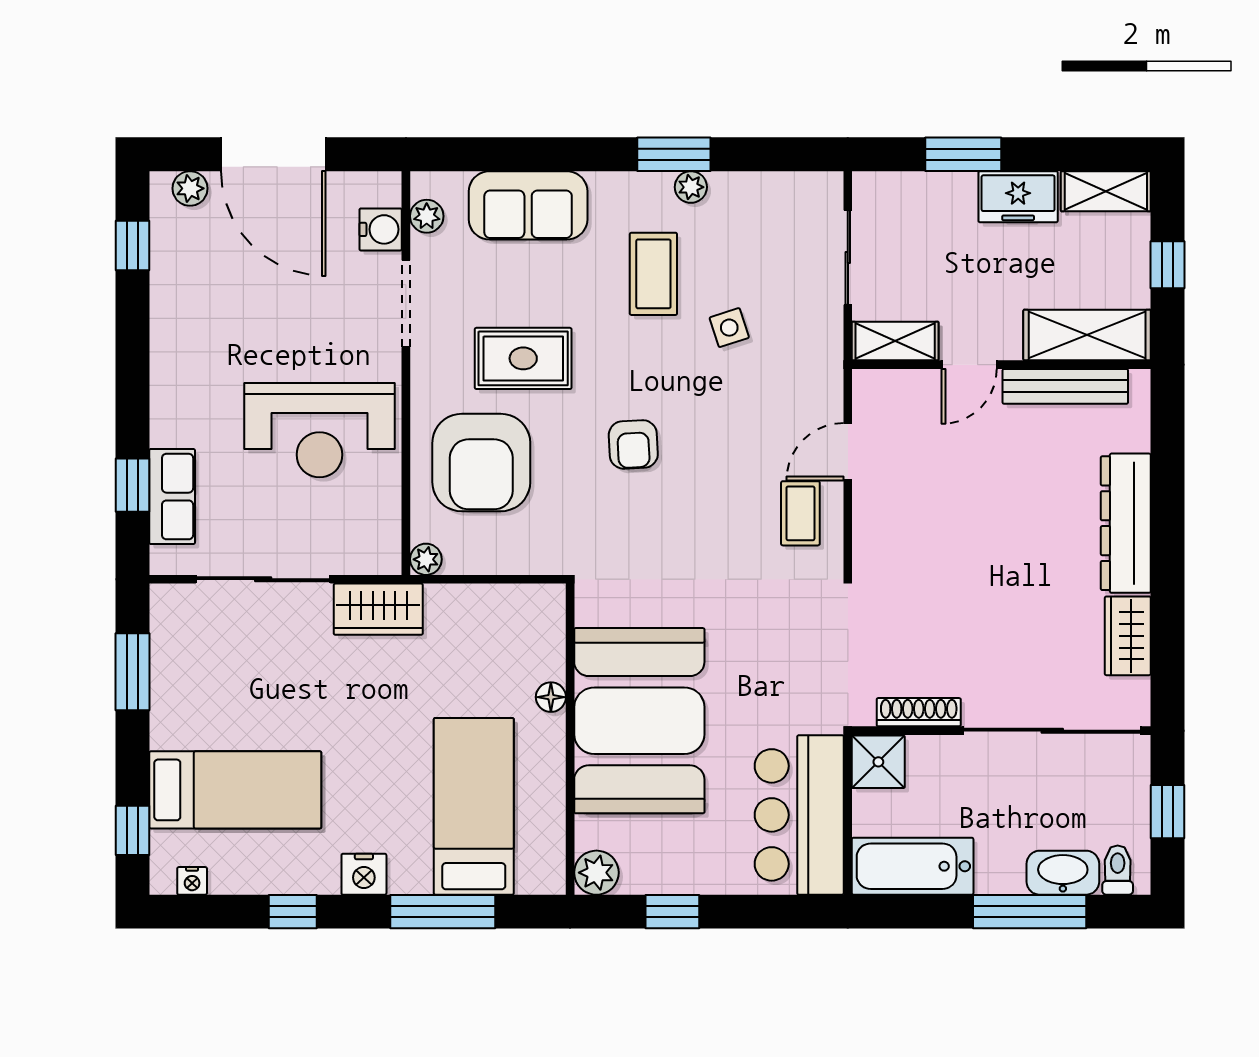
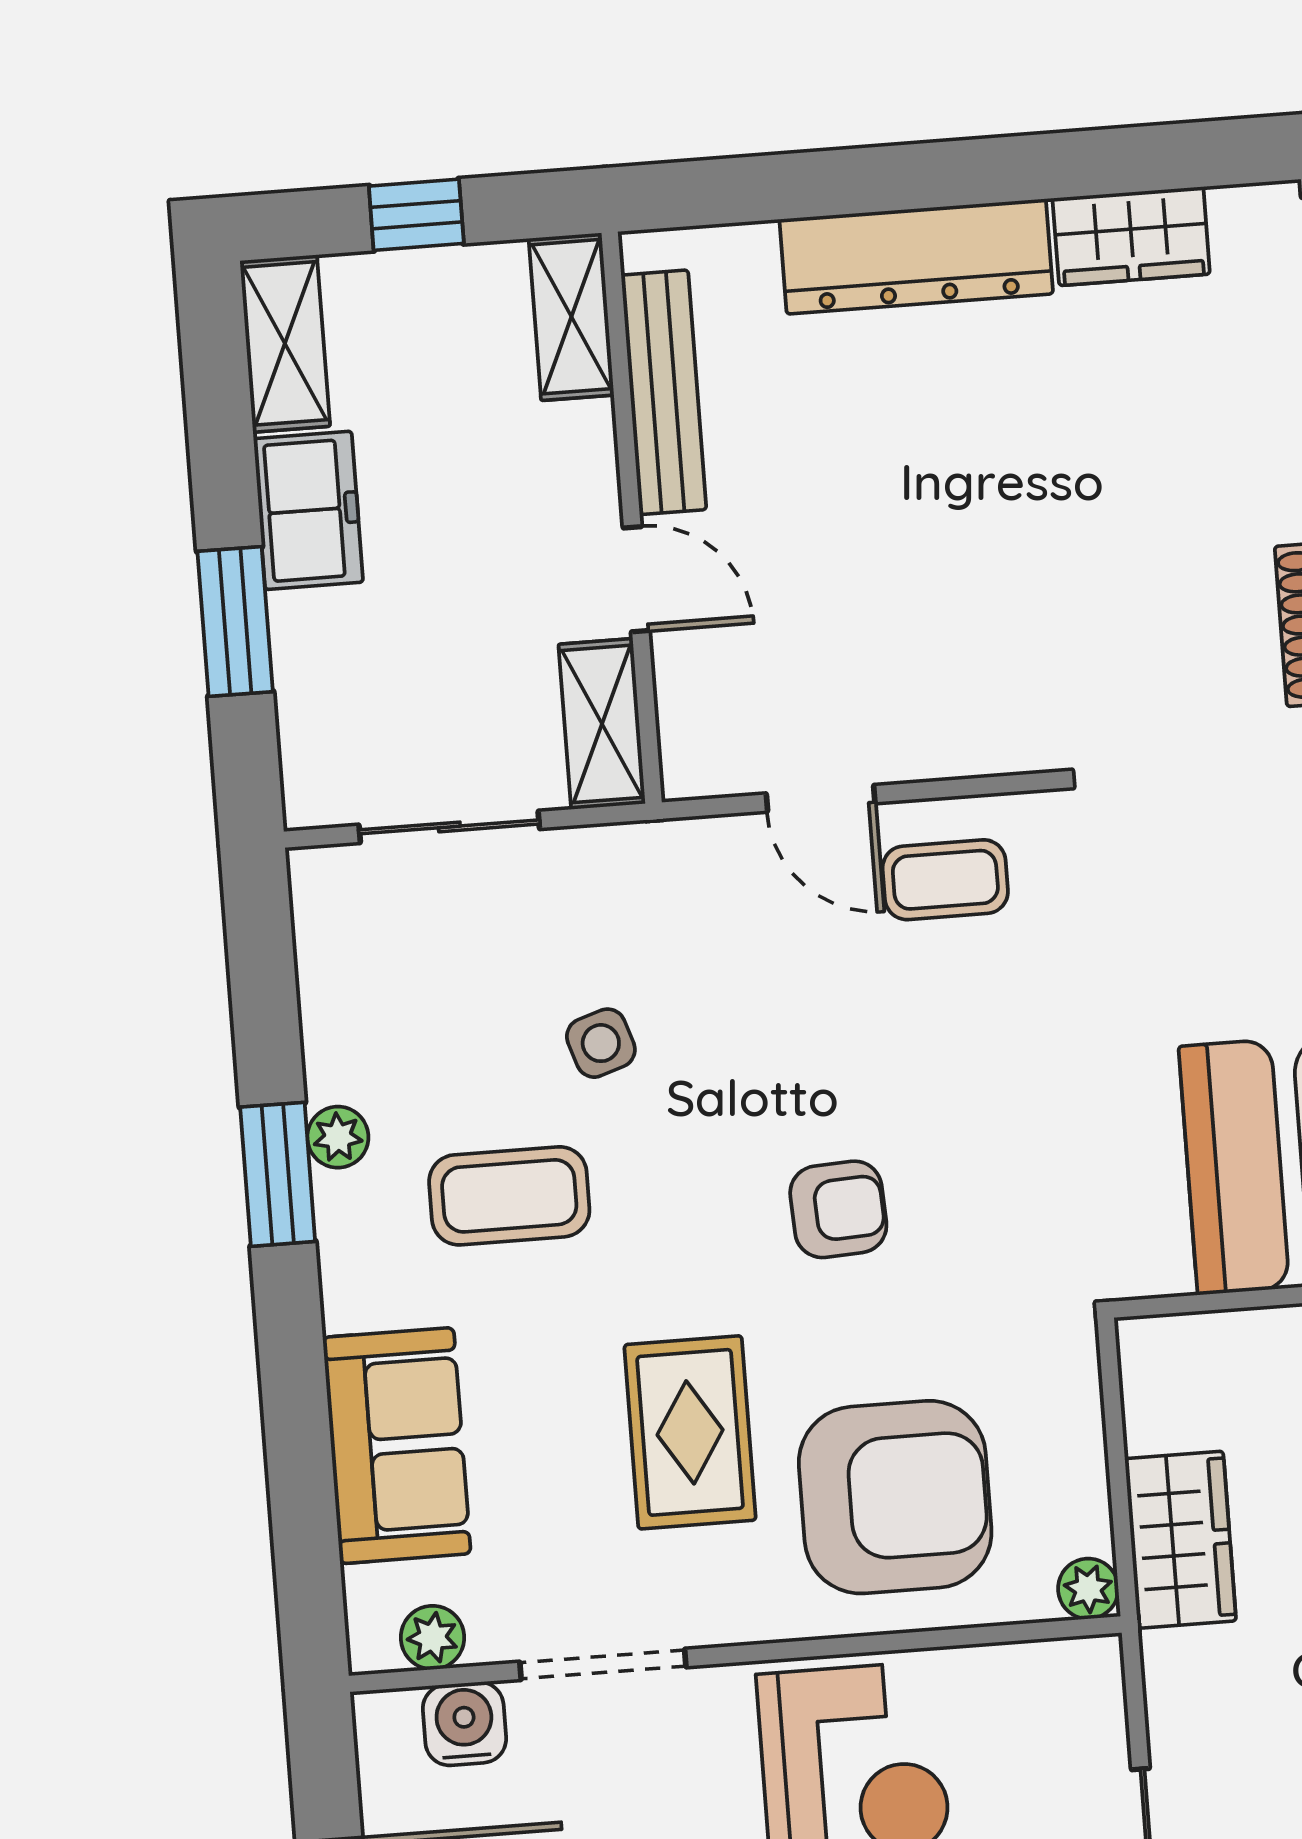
shelving: (1087, 335) -> (571, 317), width x0.67, depth x0.75
wardrobe: (378, 609) -> (1180, 1540), moved

